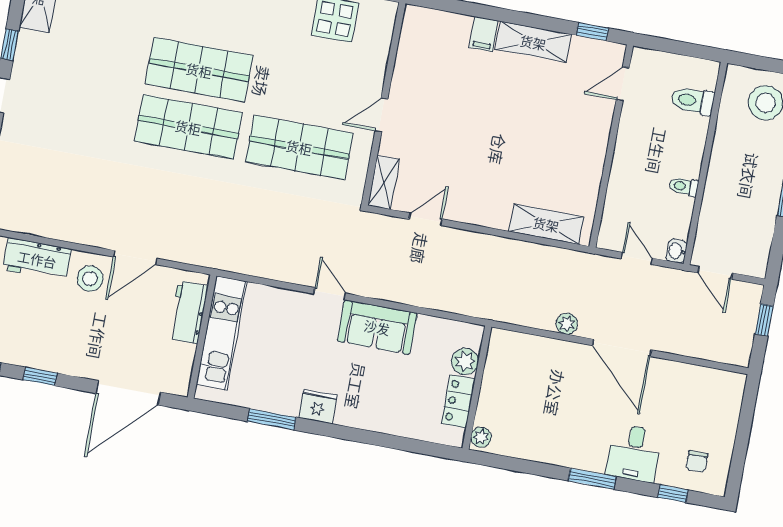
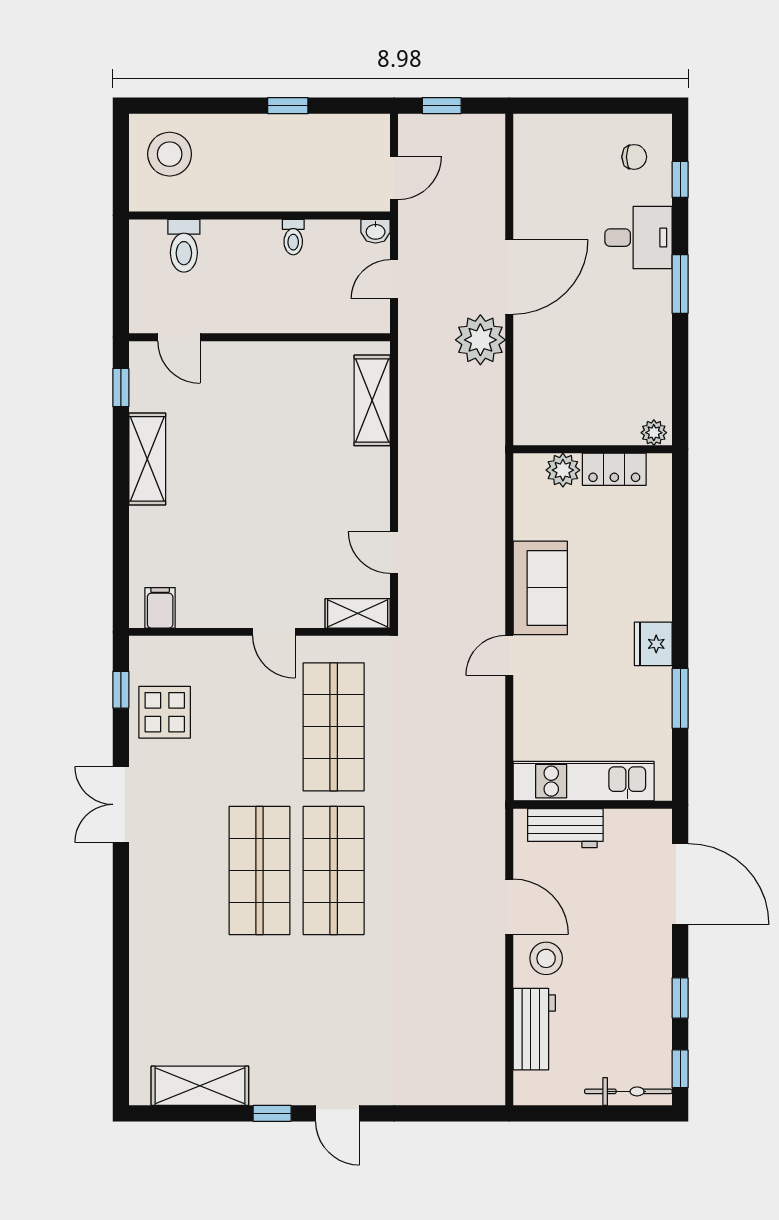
filing cabinet: (484, 34) -> (160, 608), moved, turned -90
plant: (567, 324) -> (480, 340), width x1.88, depth x1.88

